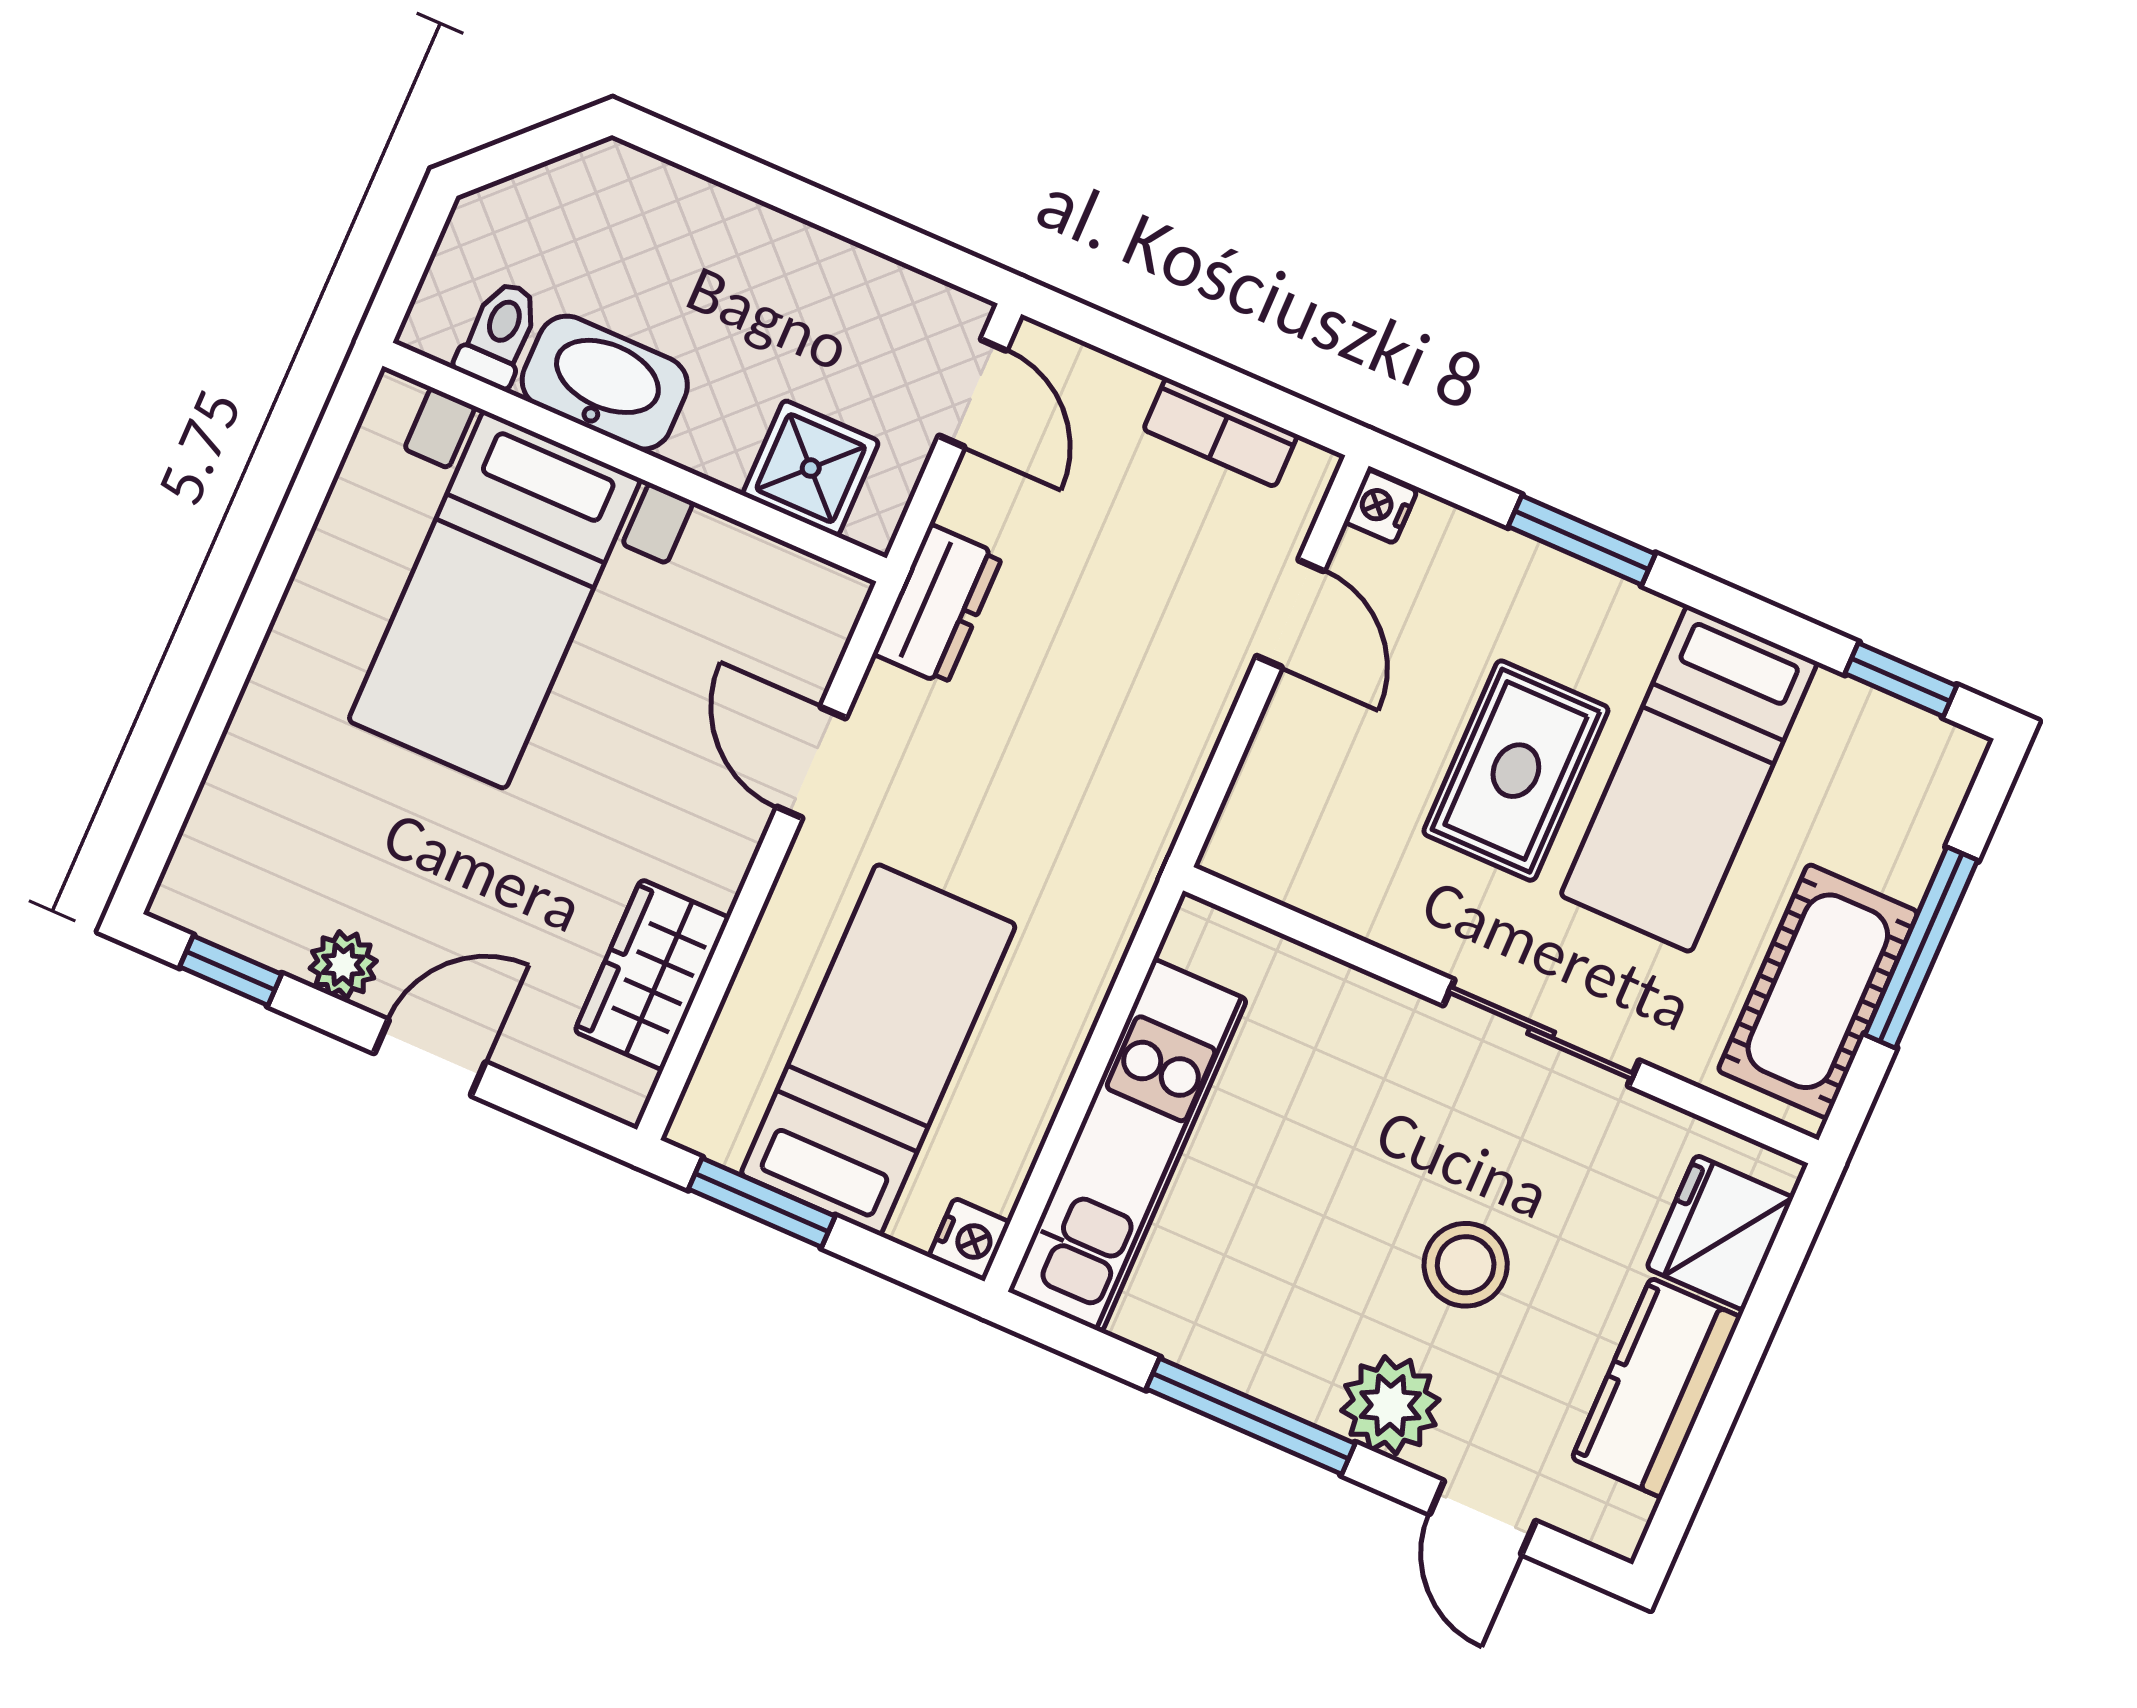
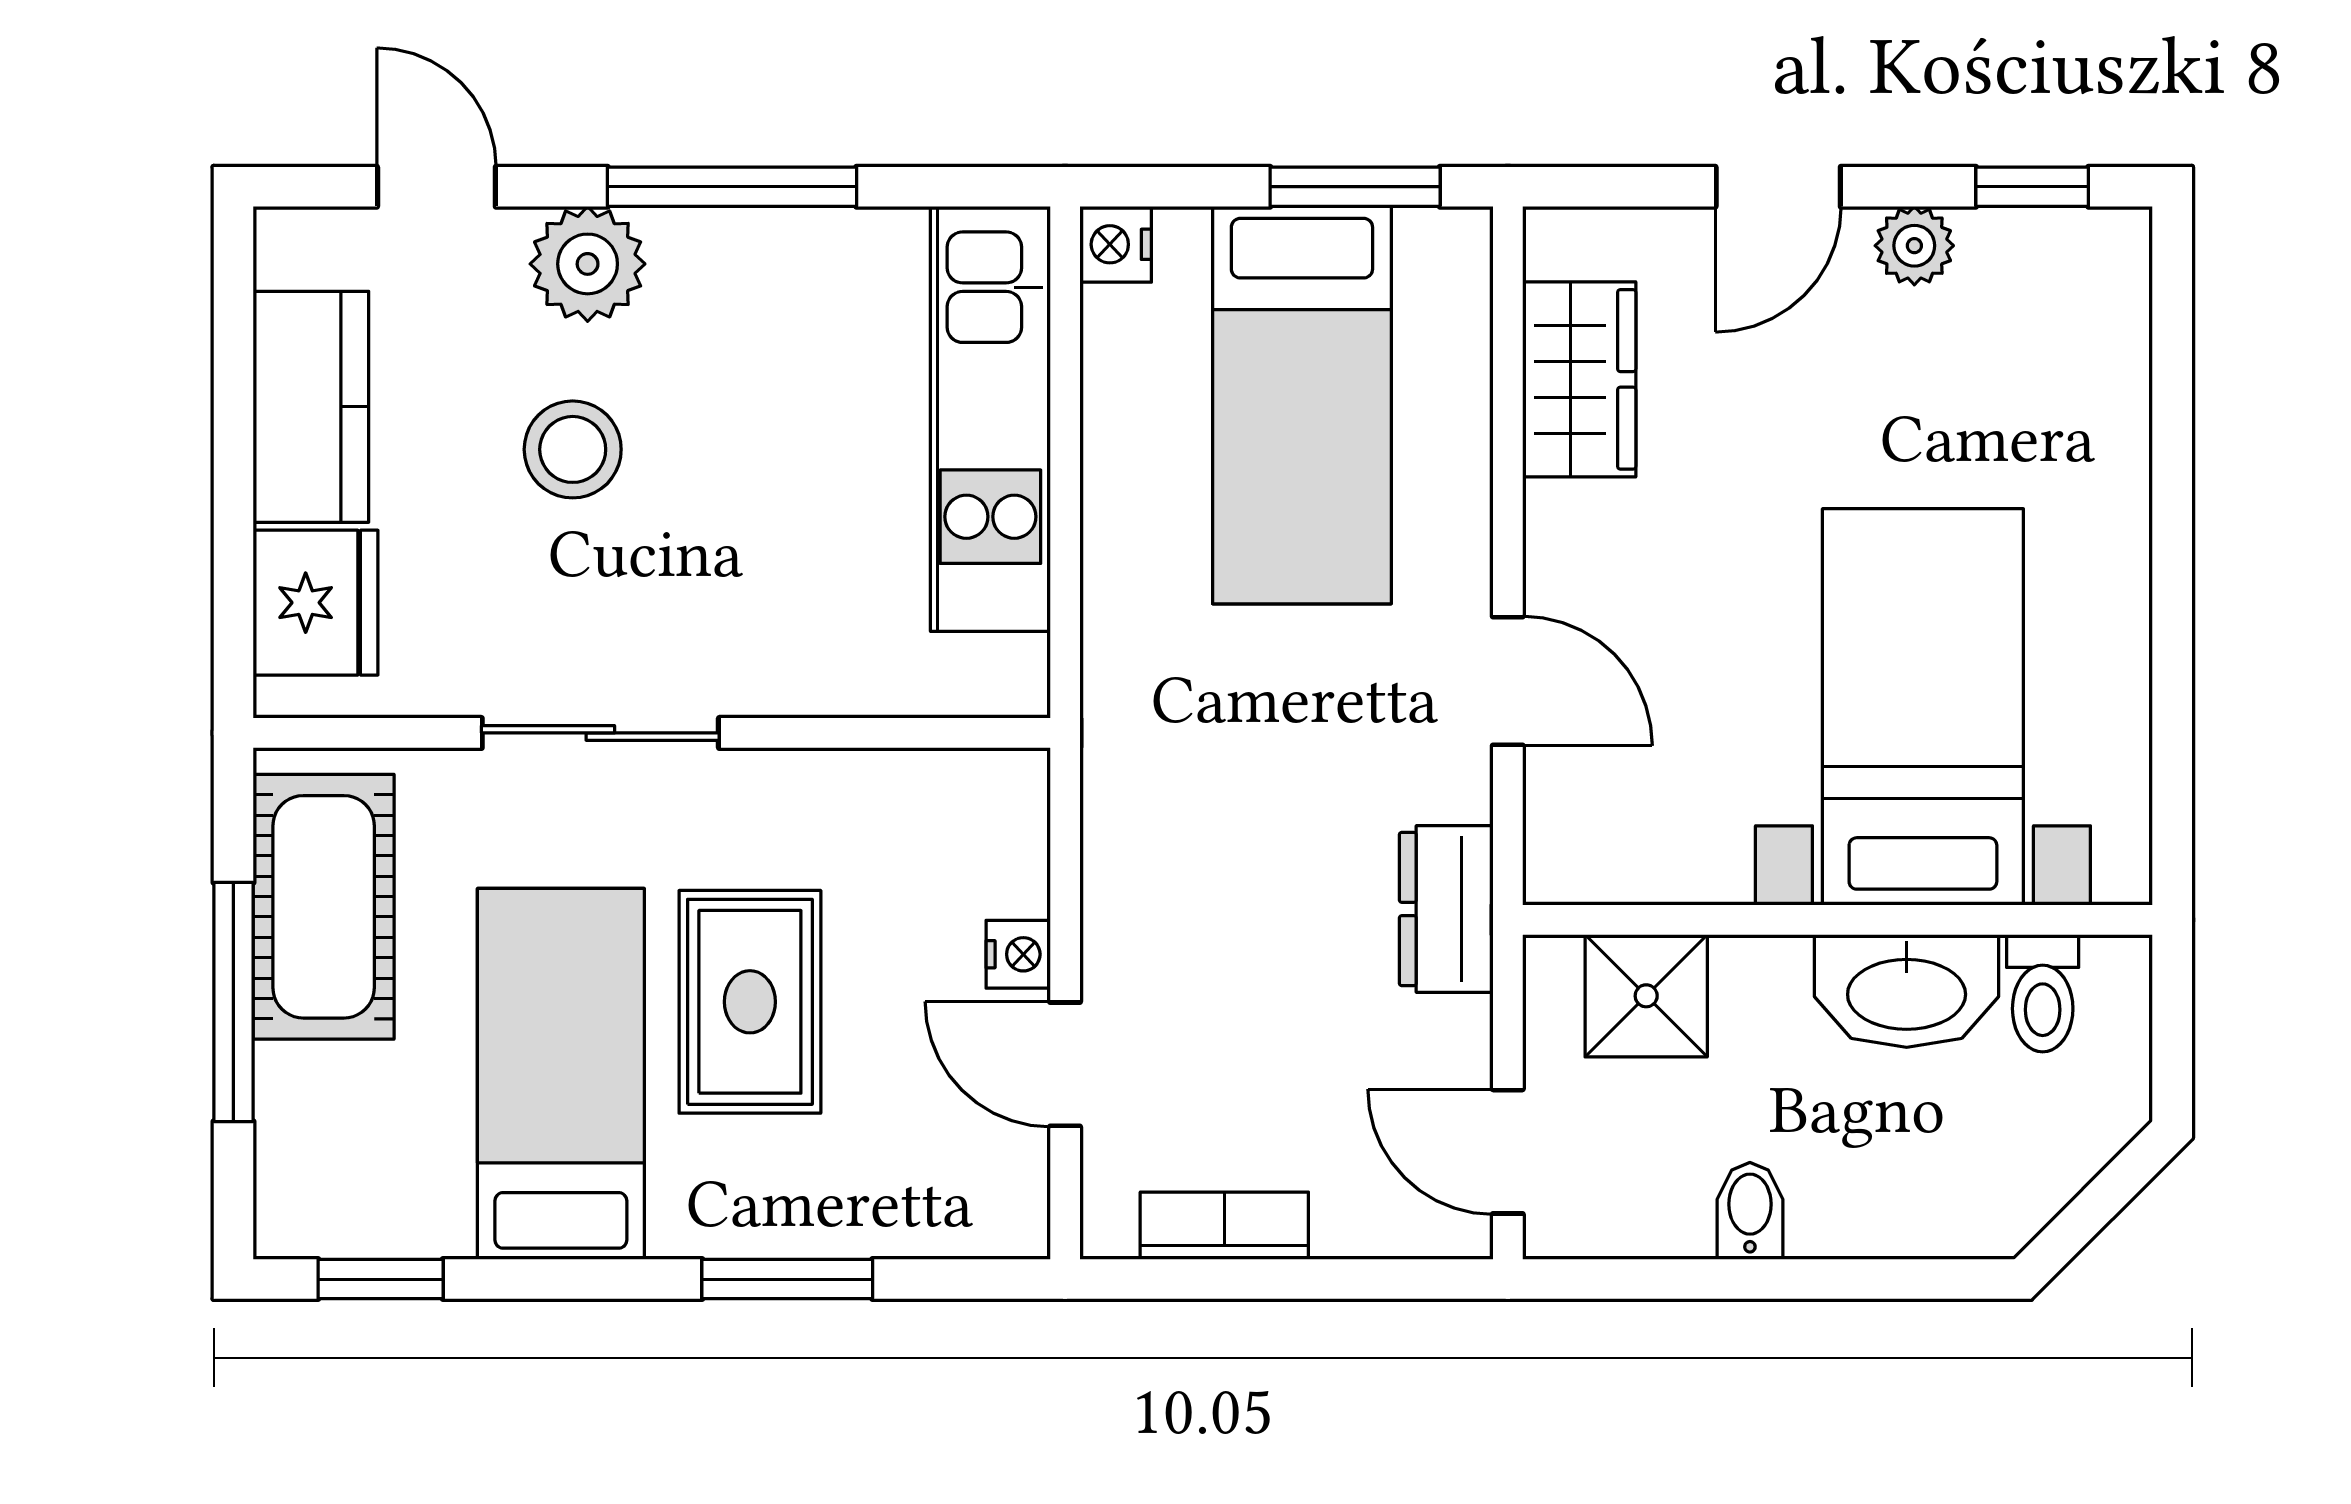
bidet: (803, 264) -> (1750, 1211), added
nightstand: (1381, 506) -> (1018, 954), moved

